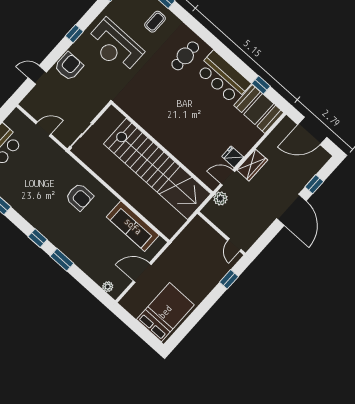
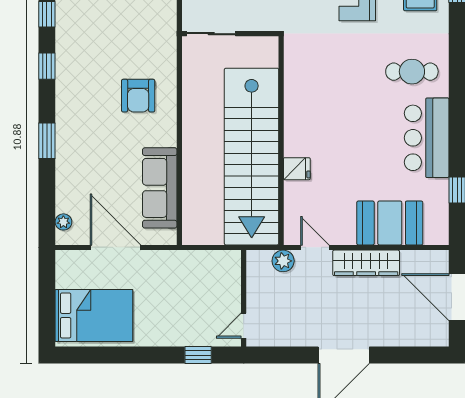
booth: (259, 109) -> (390, 223), moved, turned 90
fridge: (233, 157) -> (297, 169), moved, turned 90
wardrobe: (252, 165) -> (366, 263), width x1.50
window: (314, 184) -> (397, 355), removed
window: (38, 238) -> (47, 66), moved
door: (142, 273) -> (116, 247), width x1.36

